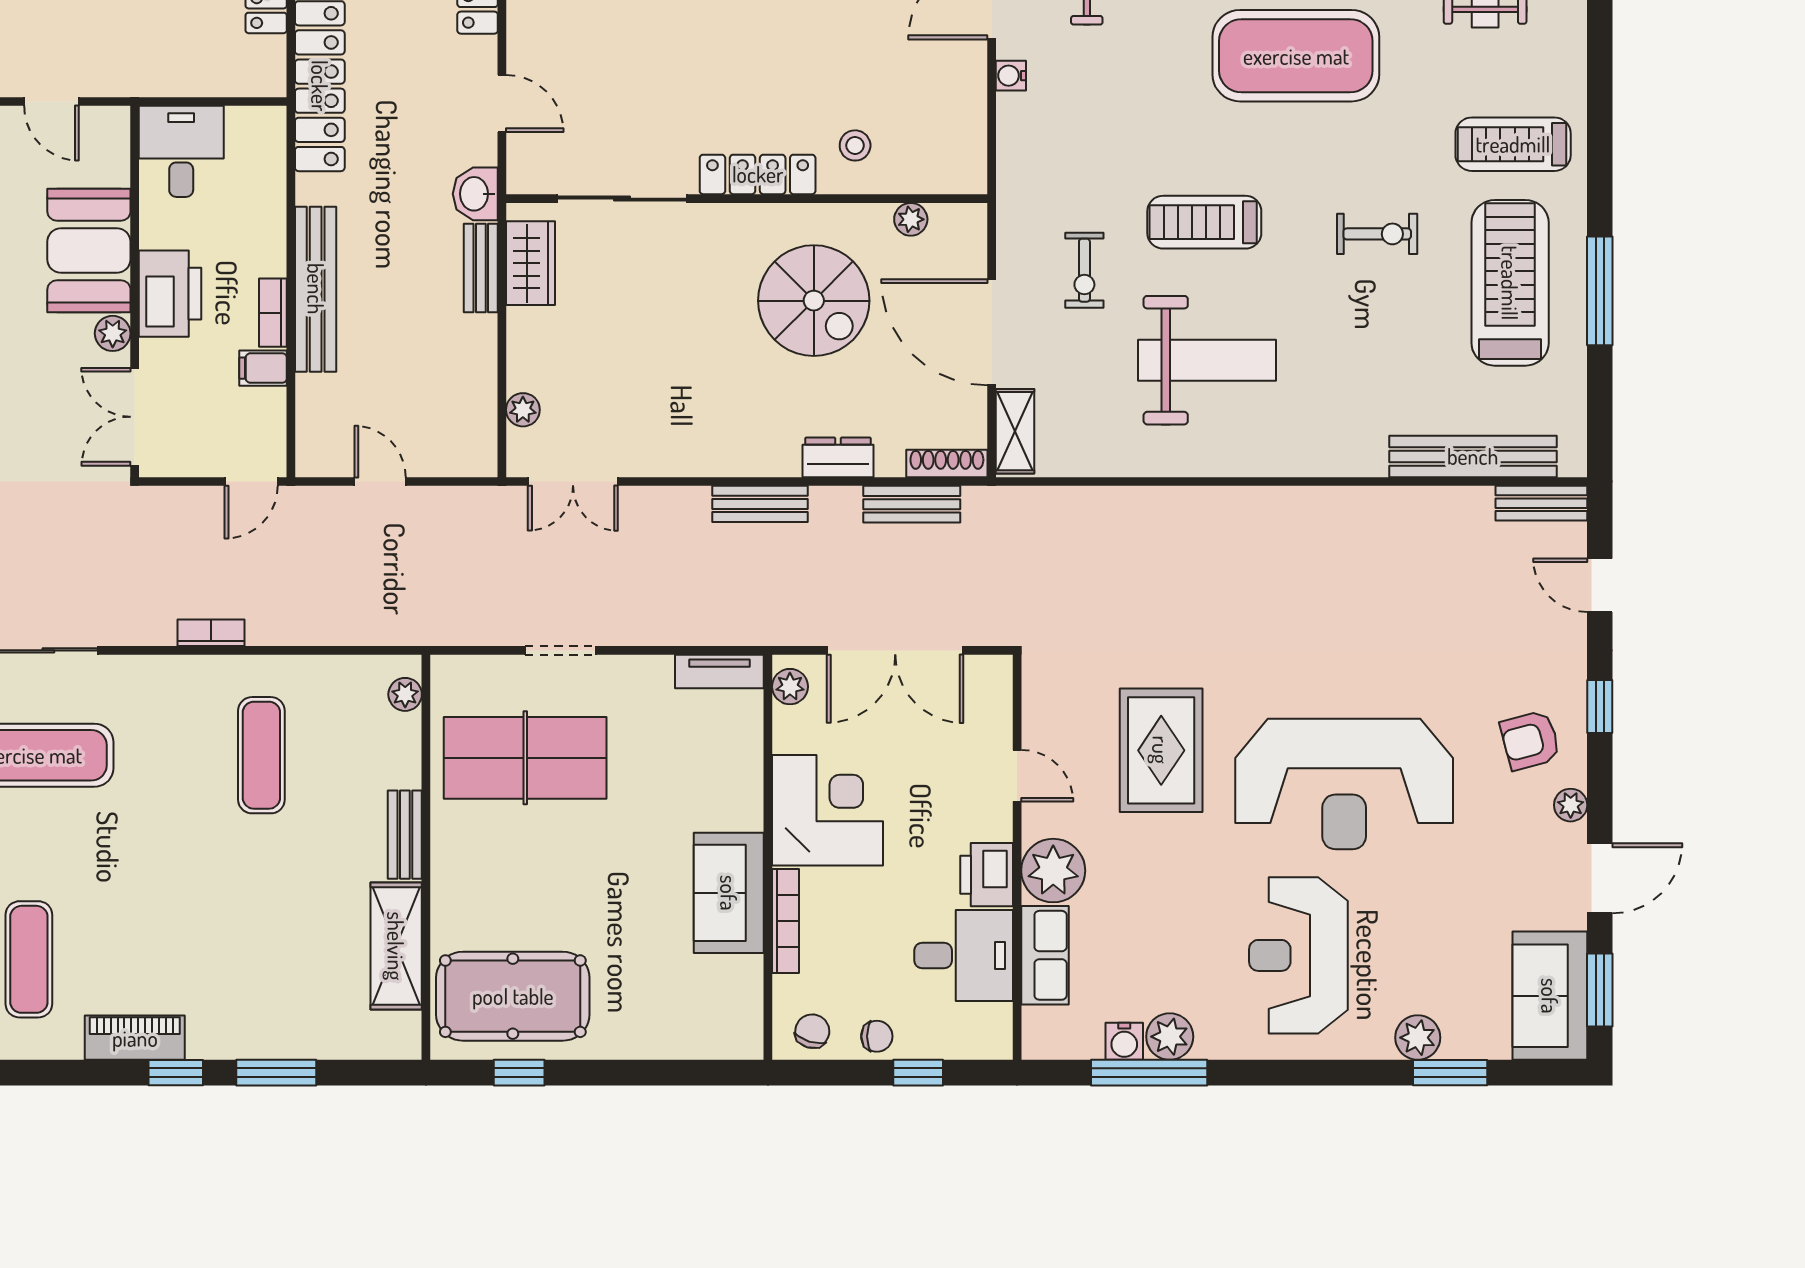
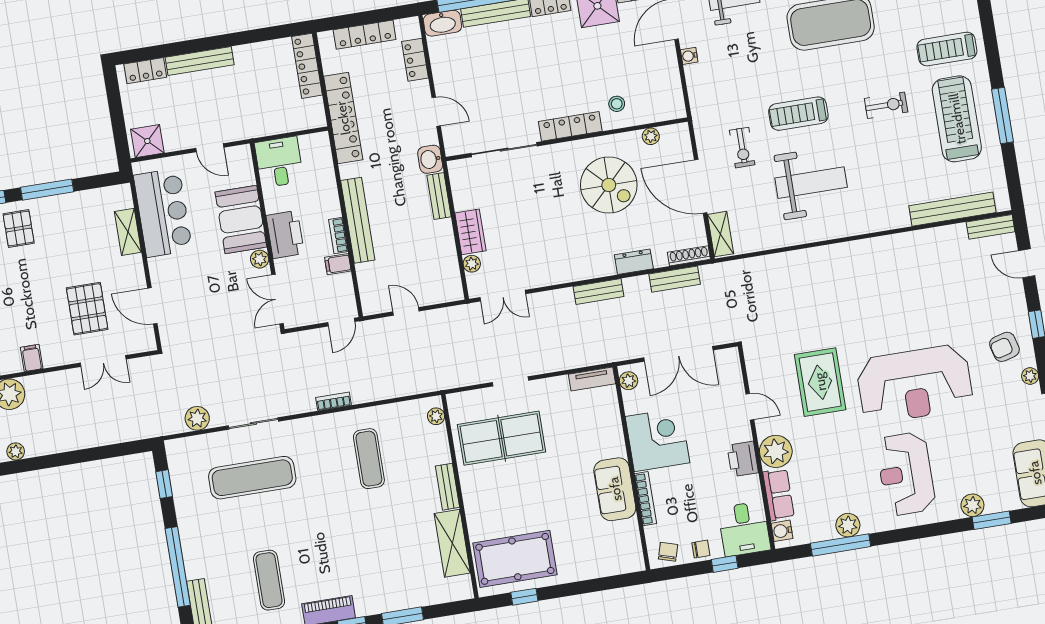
wardrobe: (530, 263) -> (470, 232), moved
desk: (964, 955) -> (744, 529), moved, turned 90
water cooler: (1124, 1041) -> (782, 531), moved, turned 90

